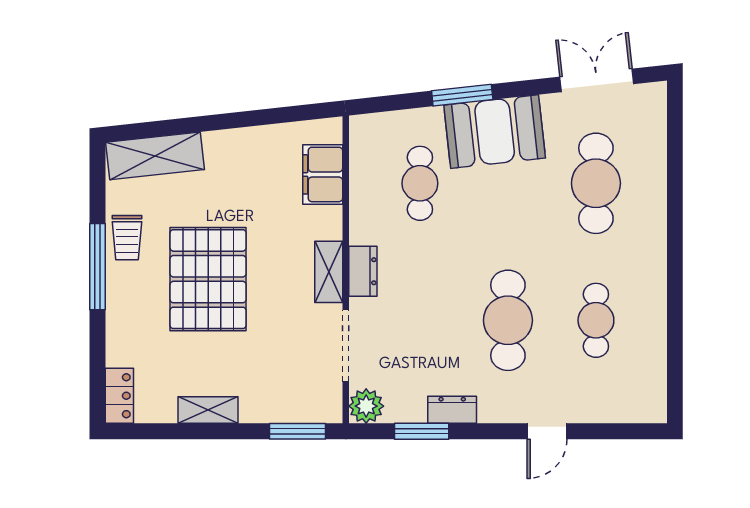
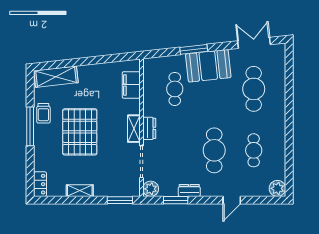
plant: (649, 405) -> (277, 188), added

